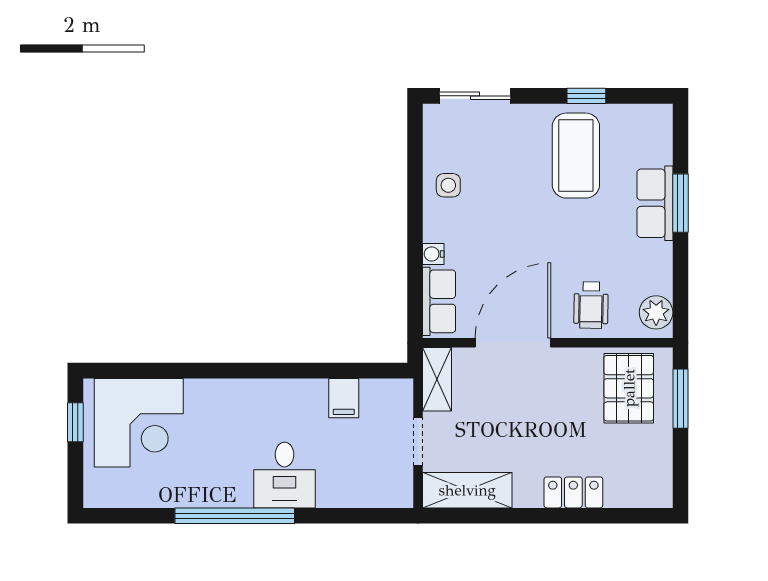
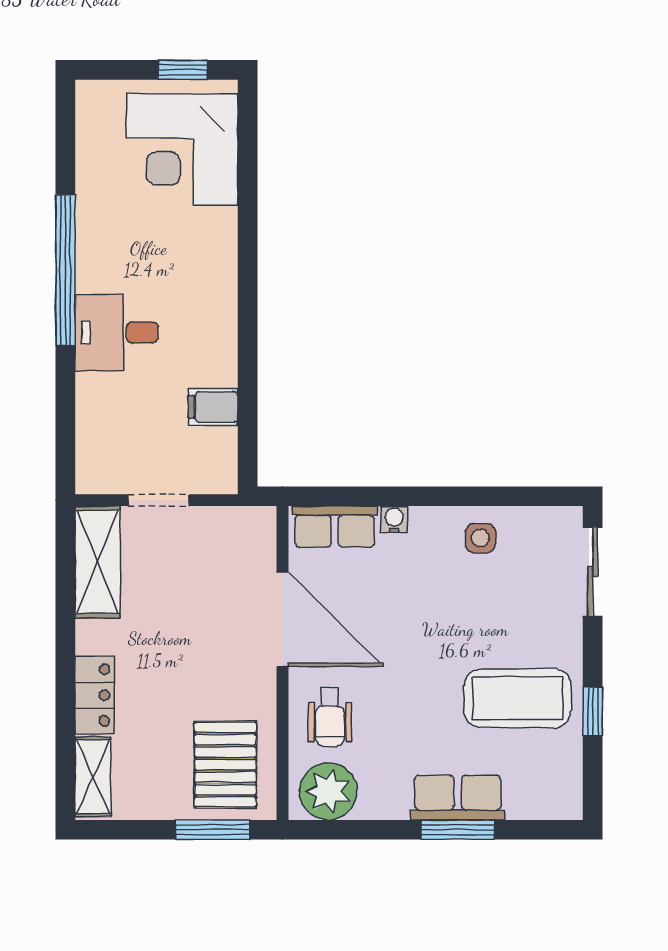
wheelchair: (591, 305) -> (330, 717), turned -91
plant: (656, 312) -> (328, 791), width x1.36, depth x1.36
shelving: (437, 379) -> (93, 777), moved, turned 90
pallet: (629, 388) -> (225, 765), turned 90

